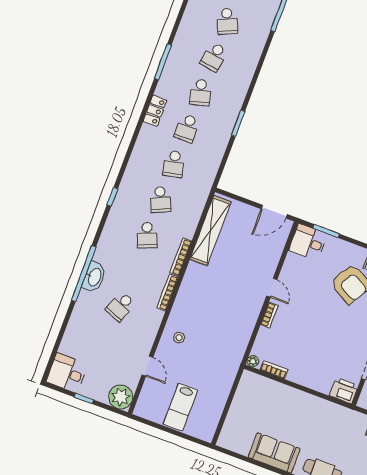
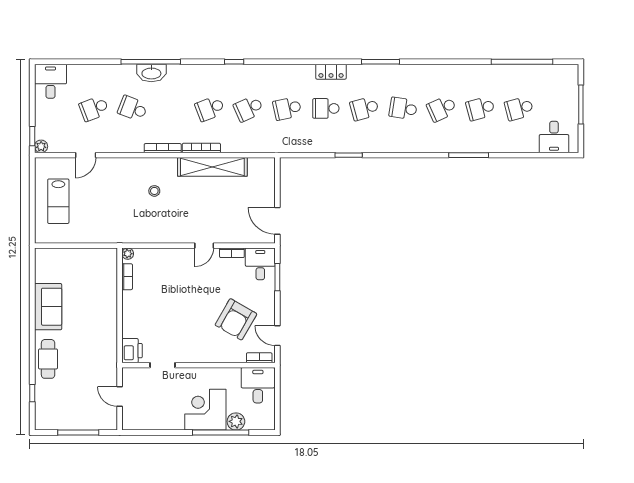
shelving: (210, 231) -> (212, 167), moved
bookcase: (269, 315) -> (232, 253), moved
stool: (179, 338) -> (154, 191), moved
school desk: (107, 342) -> (94, 108), added
plant: (121, 397) -> (41, 146), width x0.53, depth x0.53
window: (84, 398) -> (32, 136), moved
lab bench: (180, 407) -> (58, 201), turned -90

